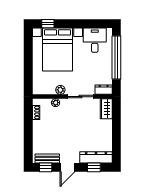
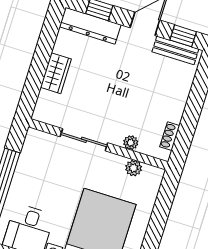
plant: (60, 90) -> (134, 168), moved
dresser: (104, 90) -> (40, 139), removed
wardrobe: (106, 109) -> (56, 73), moved

